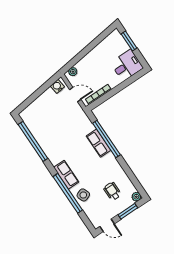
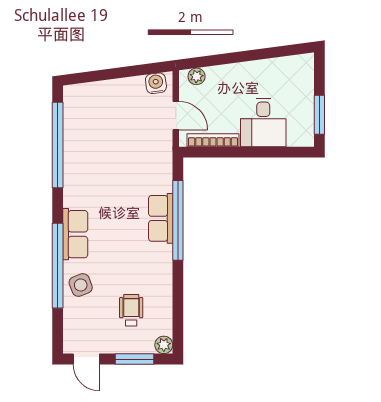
window: (129, 41) -> (319, 115), moved
desk: (127, 65) -> (263, 122), moved, turned 90

